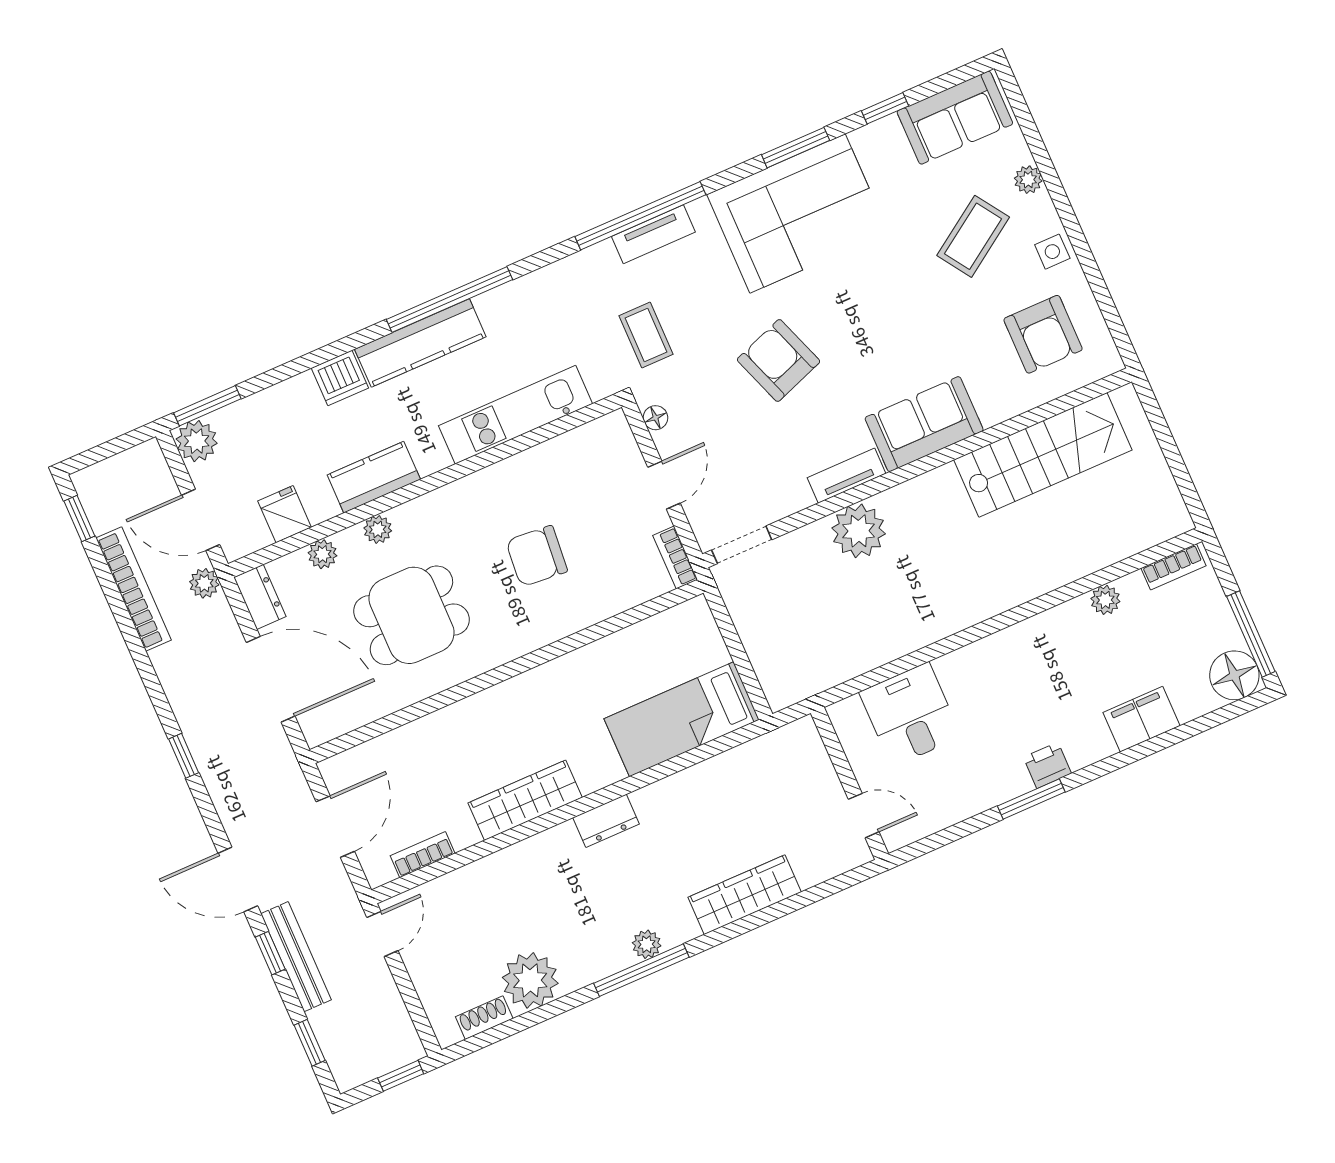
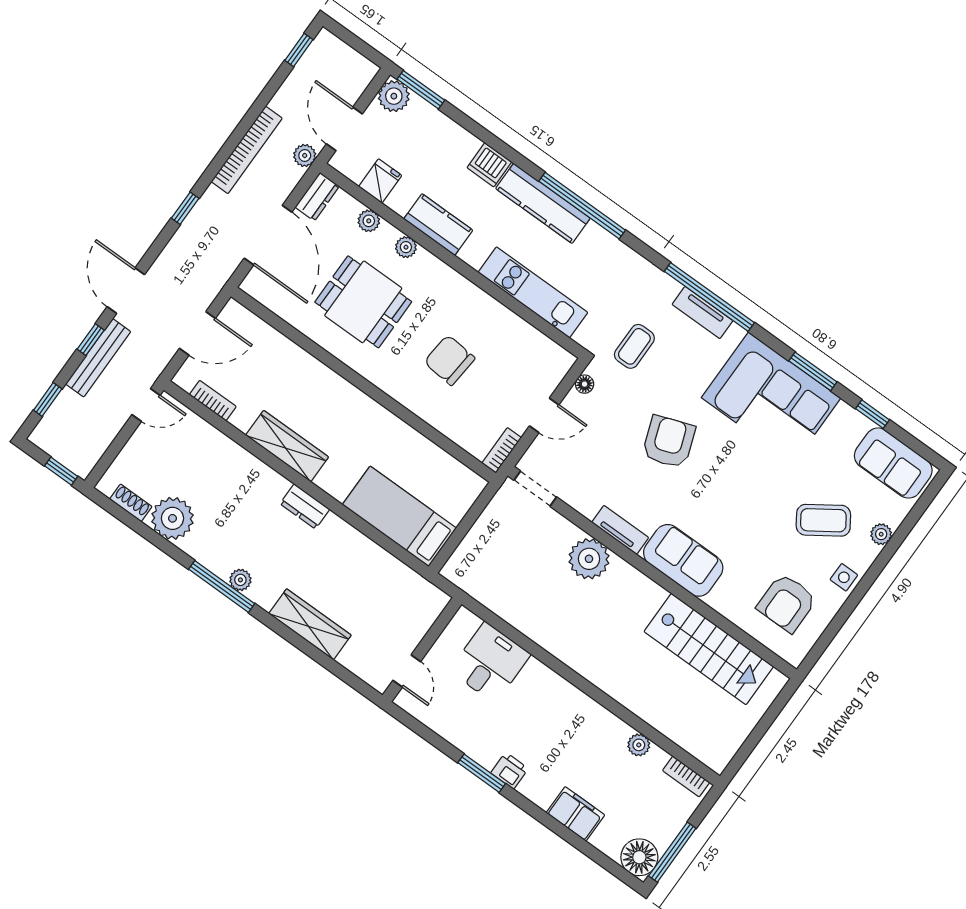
bookcase: (134, 589) -> (247, 150), moved

